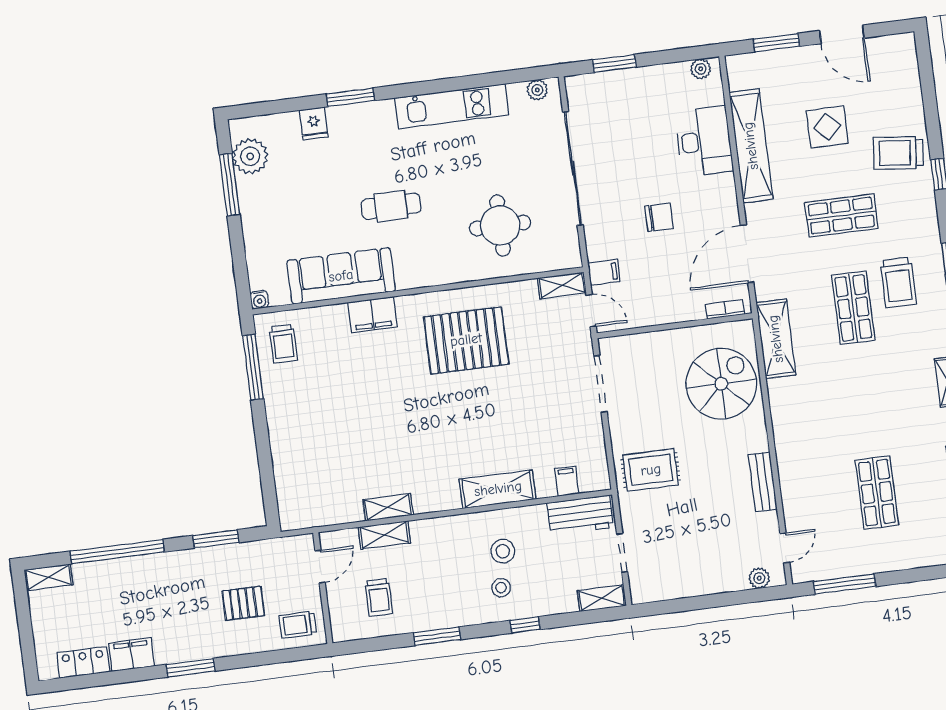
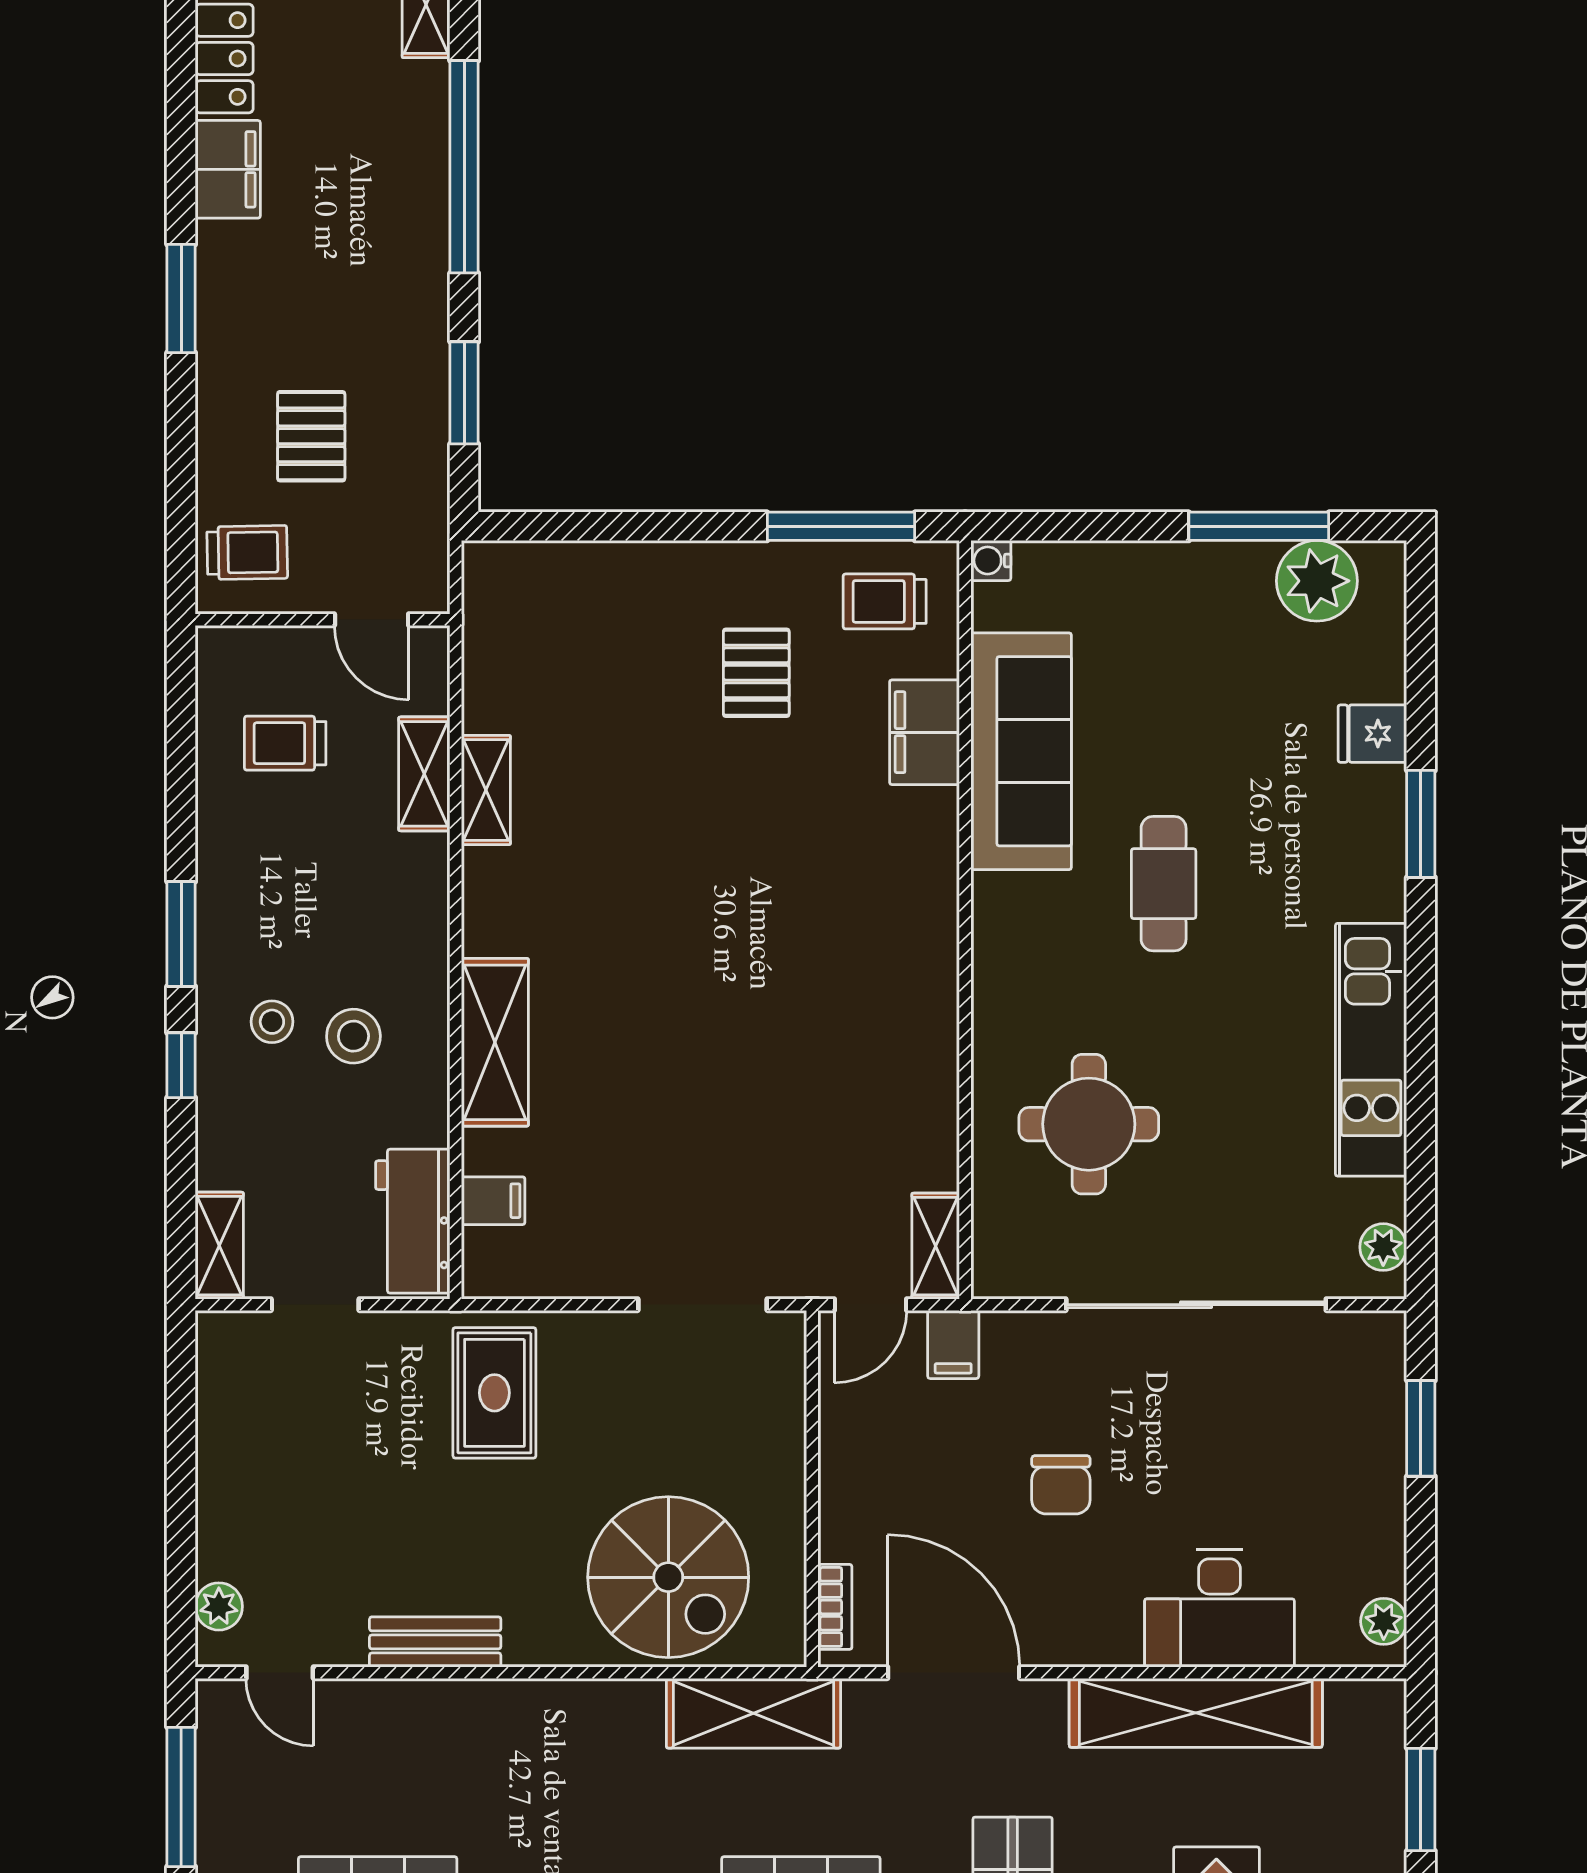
filing cabinet: (372, 315) -> (925, 732), moved
pallet: (466, 340) -> (756, 673), moved, width x0.49, depth x0.50
trolley: (298, 625) -> (247, 552), turned 89
window: (437, 636) -> (181, 934), moved

